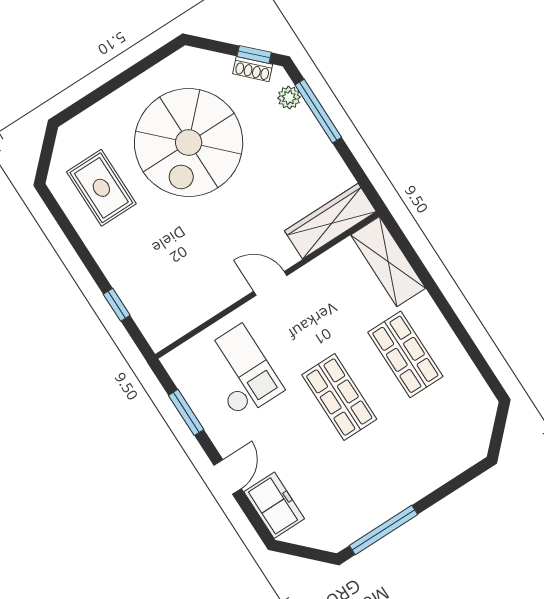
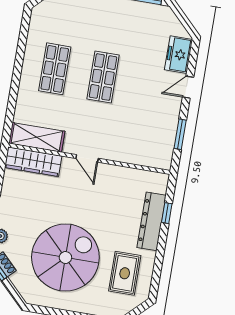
shelving: (388, 262) -> (37, 137), moved, turned 90
dresser: (126, 278) -> (152, 221), added
checkout: (240, 372) -> (138, 130), removed

